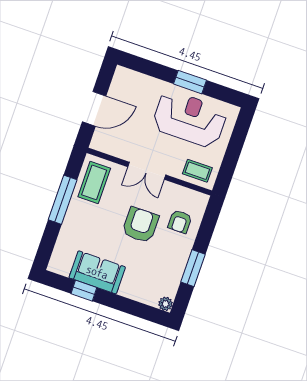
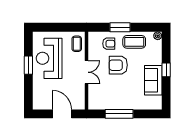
coffee table: (94, 182) -> (134, 42), moved
window: (193, 268) -> (120, 27), moved
window: (84, 291) -> (166, 70), moved

